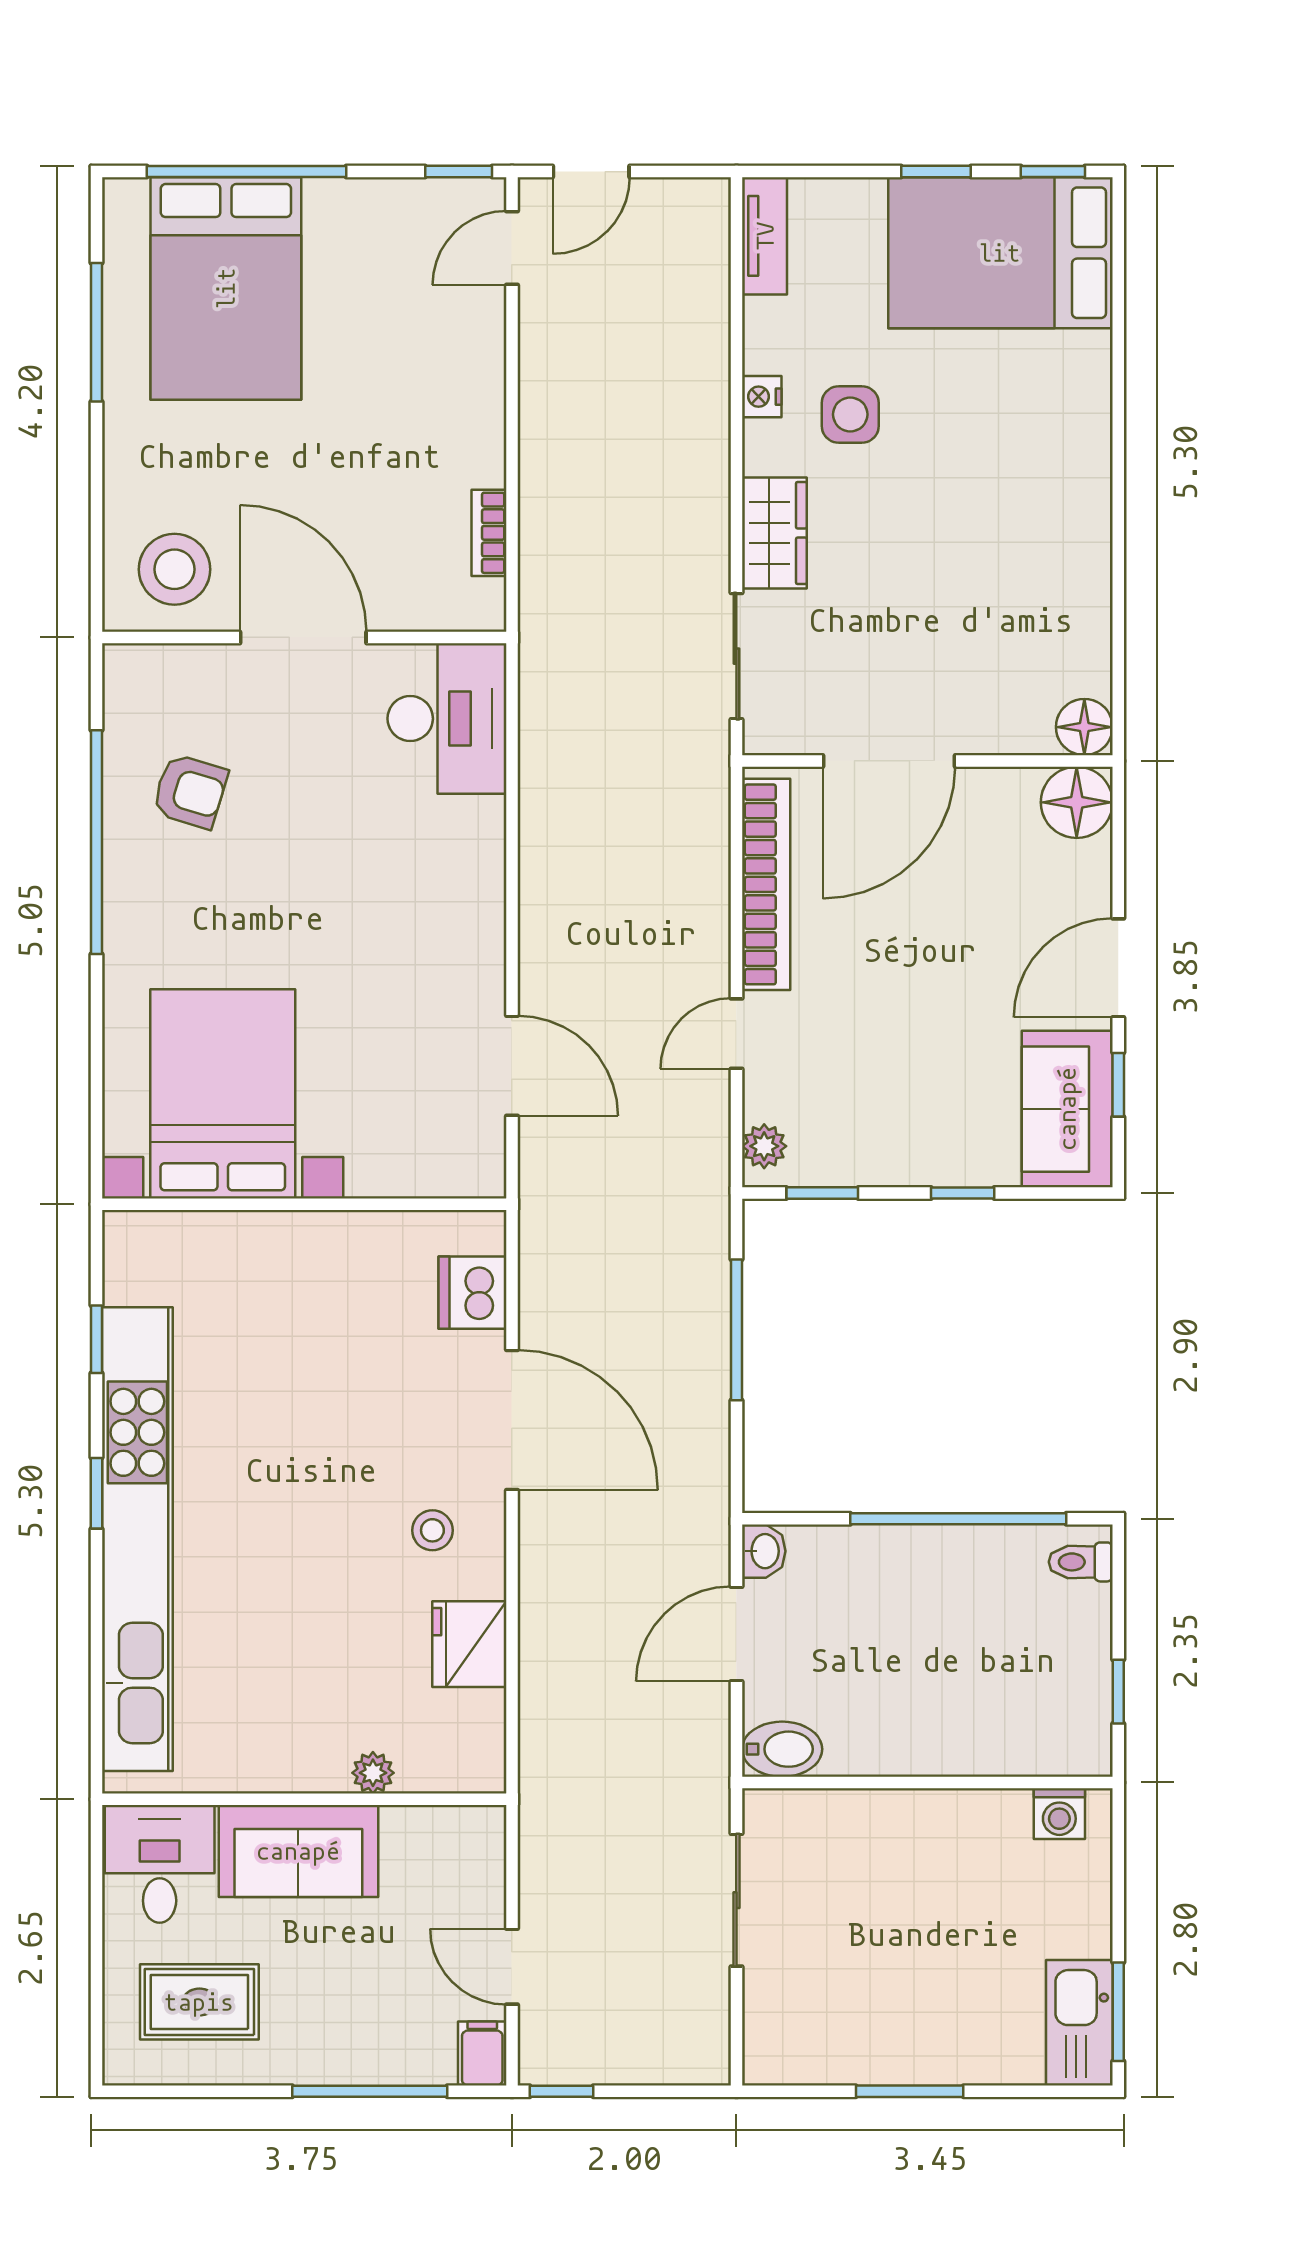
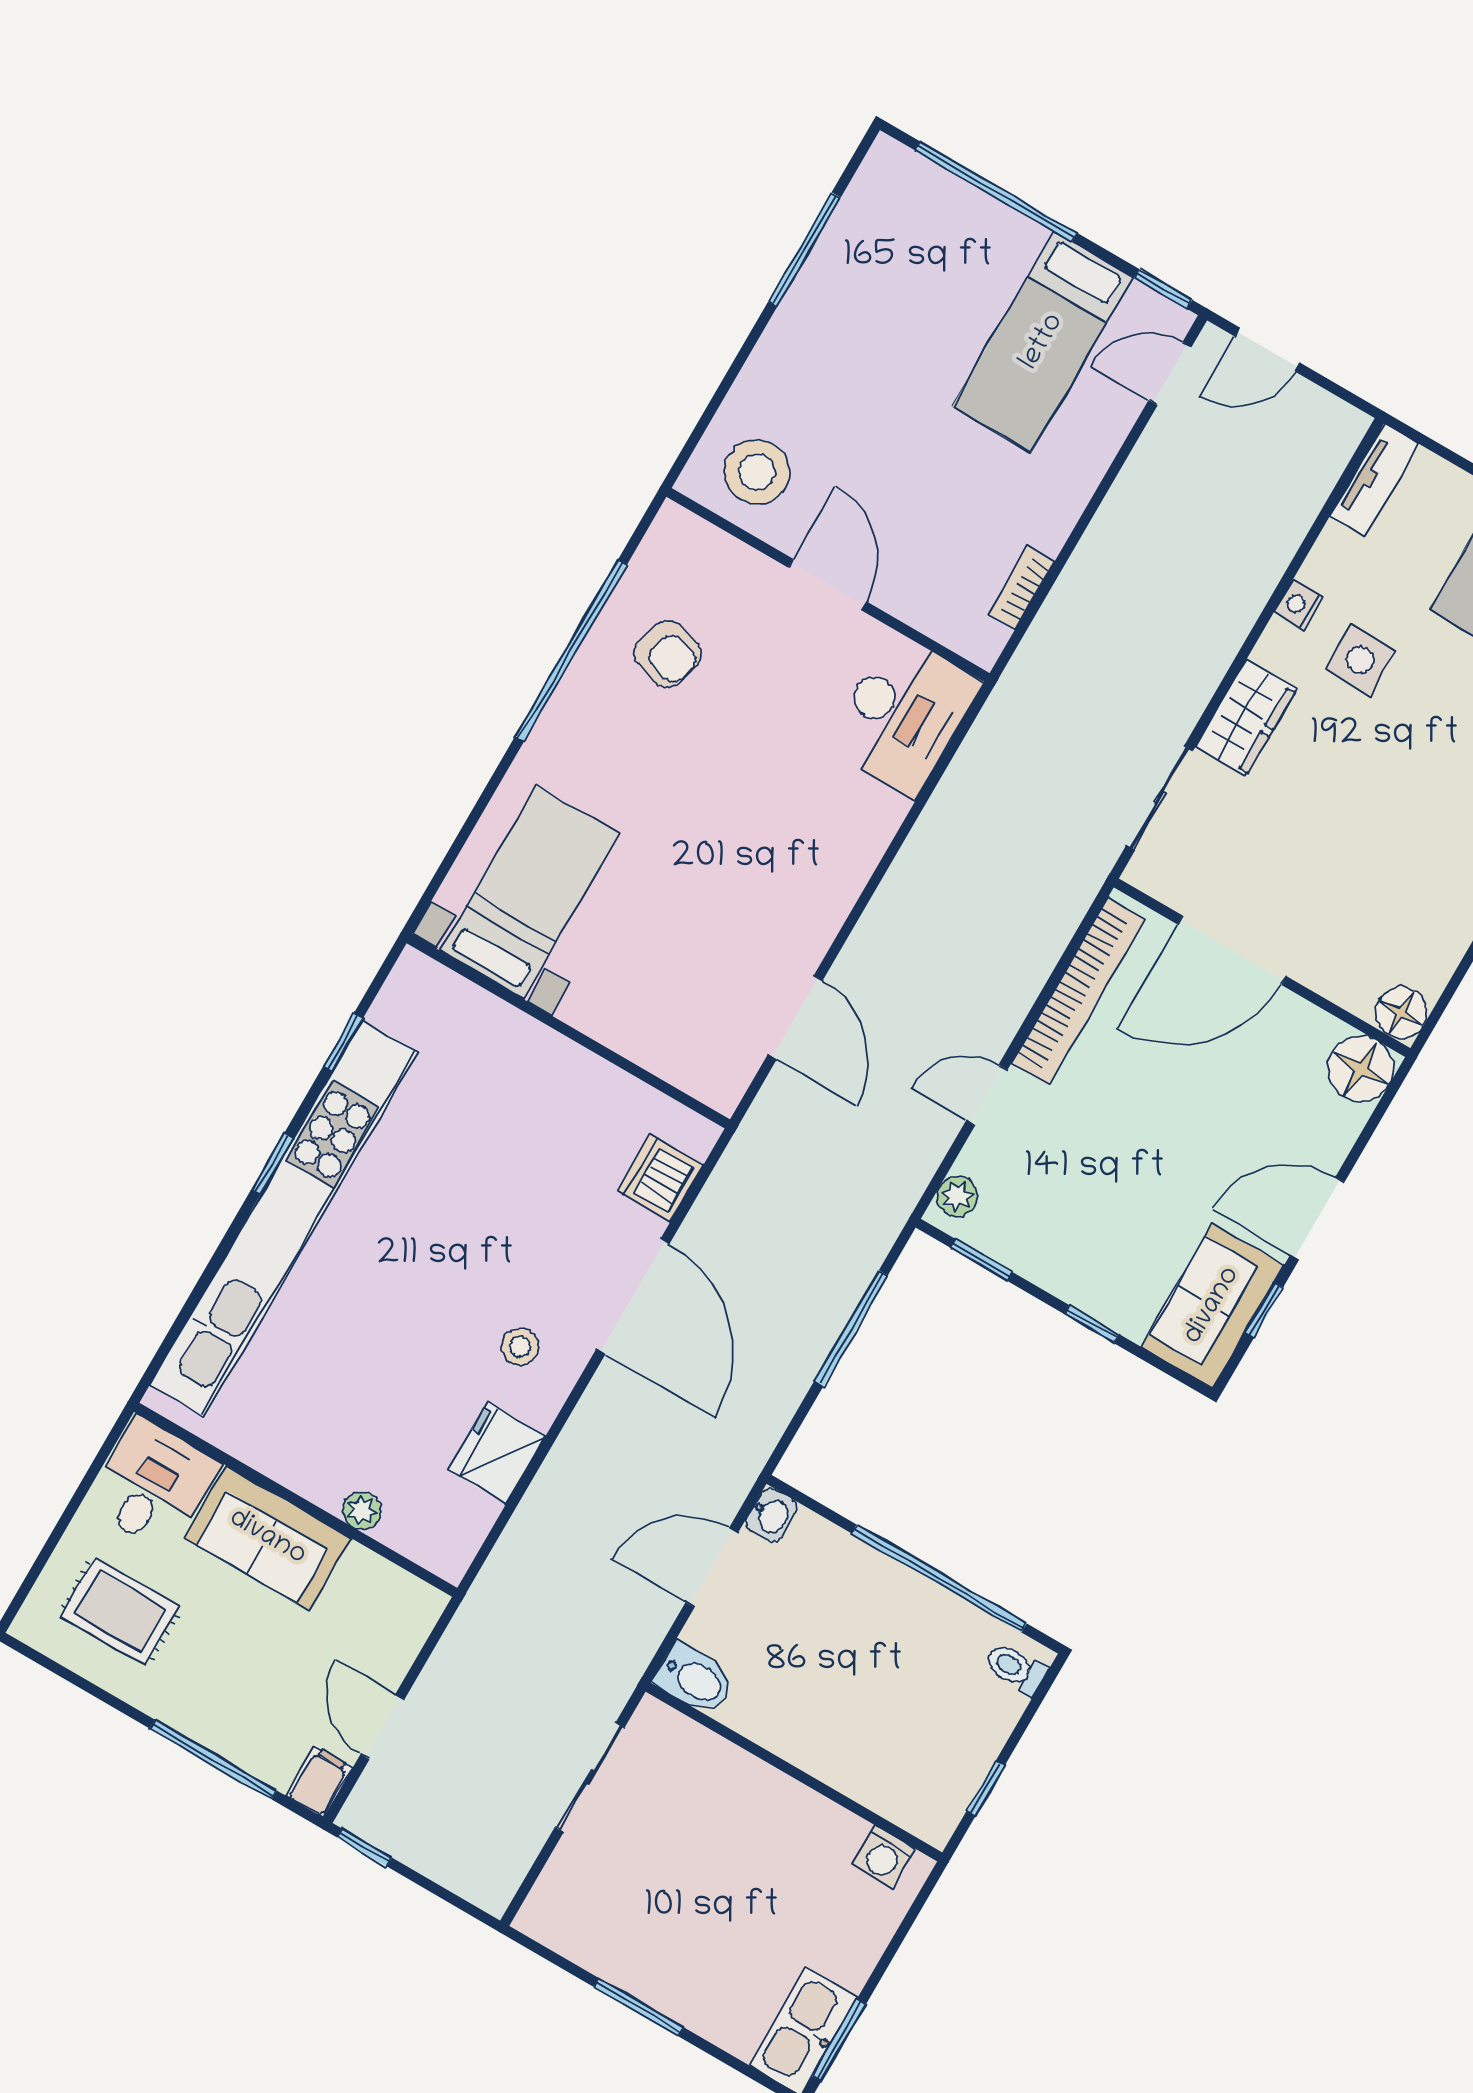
bed: (226, 288) -> (1043, 342), moved, width x0.67
door: (303, 637) -> (827, 584), width x0.73
bed with nightstands: (223, 1094) -> (530, 892), width x0.73

